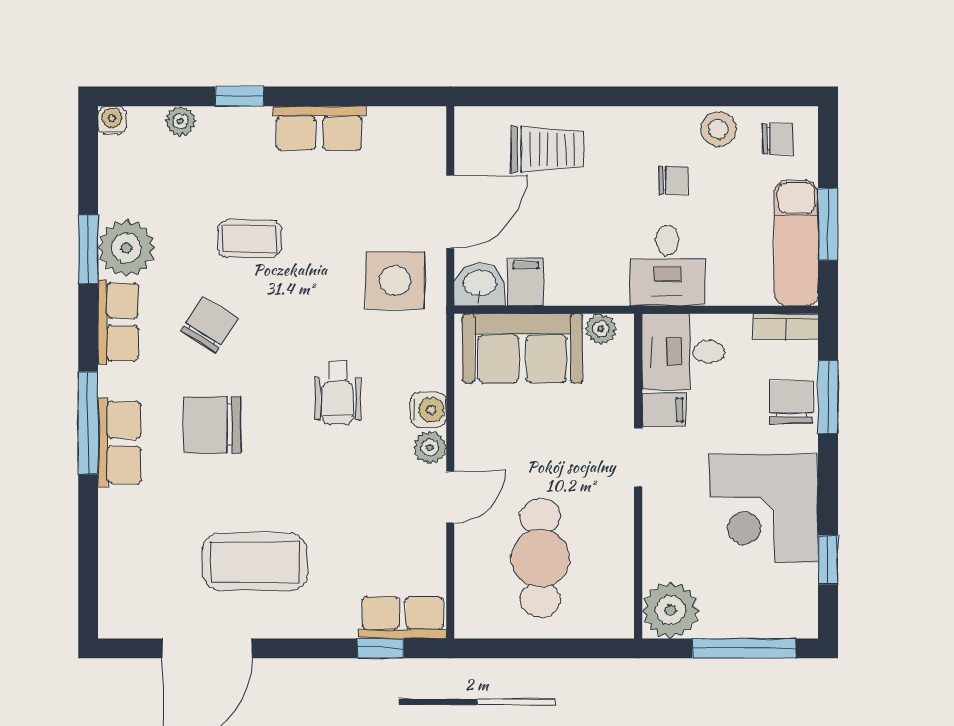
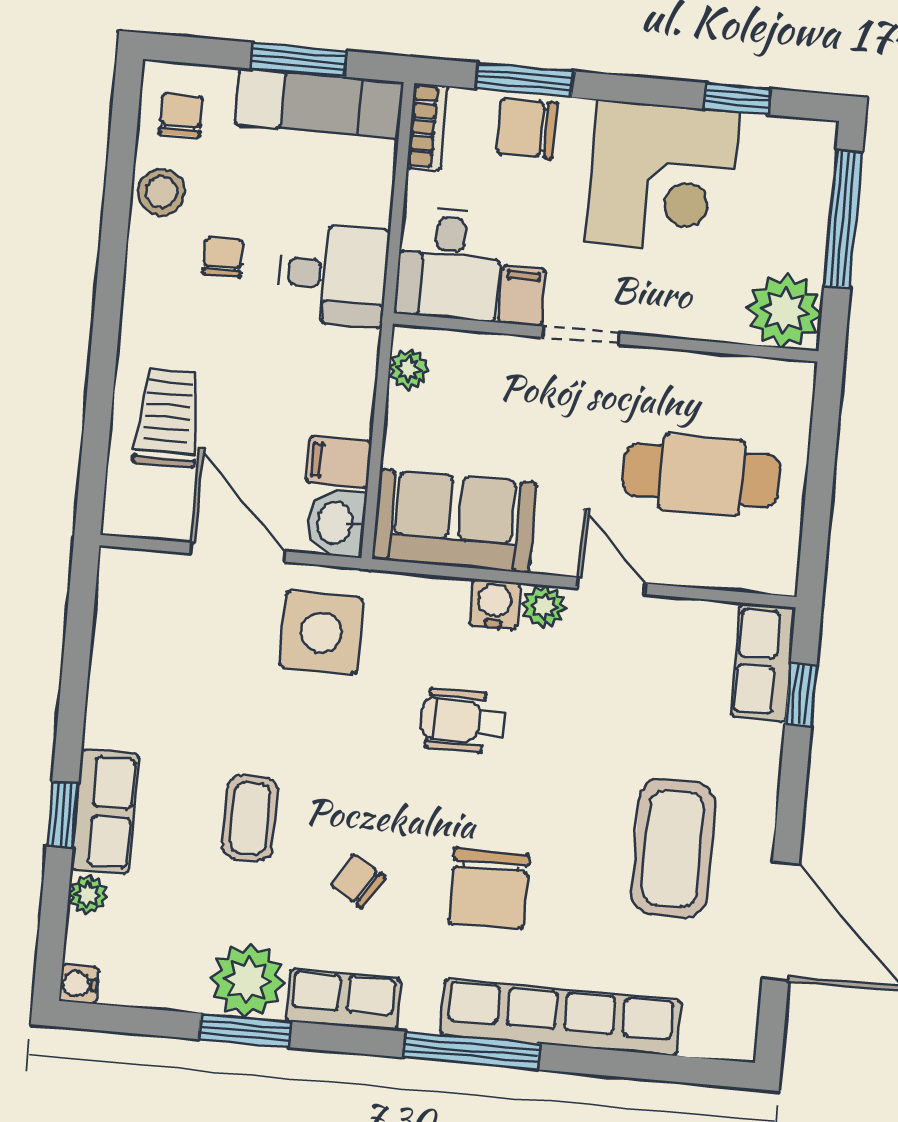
row of seats: (319, 128) -> (105, 812), moved
chair: (209, 325) -> (358, 881), width x0.73, depth x0.73
sofa: (522, 348) -> (454, 521), moved, turned -90
wheelchair: (338, 393) -> (462, 721), turned 180
row of seats: (119, 442) -> (561, 1017), width x2.02

